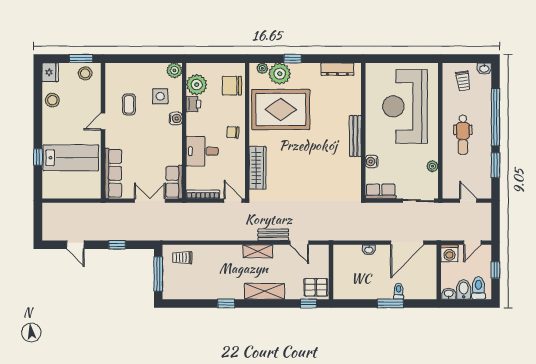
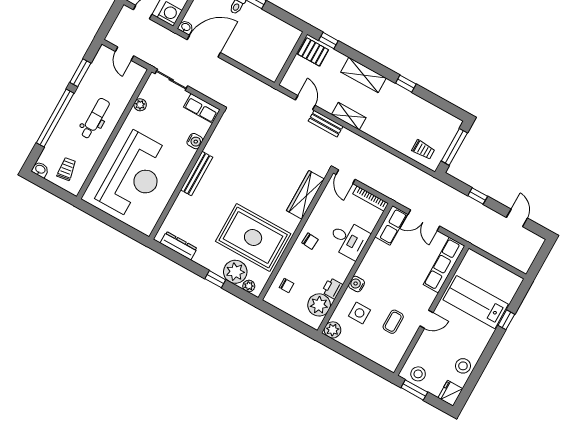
chair: (232, 86) -> (286, 285), width x0.54, depth x0.54
washbasin: (369, 250) -> (186, 27), moved

